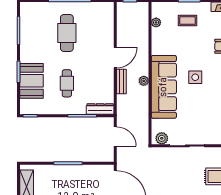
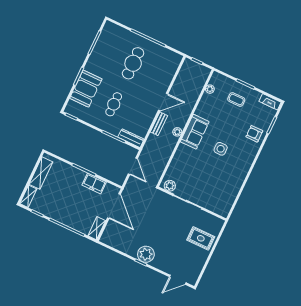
sofa: (164, 87) -> (195, 132), width x0.54, depth x0.79
freezer: (85, 172) -> (94, 183), added

